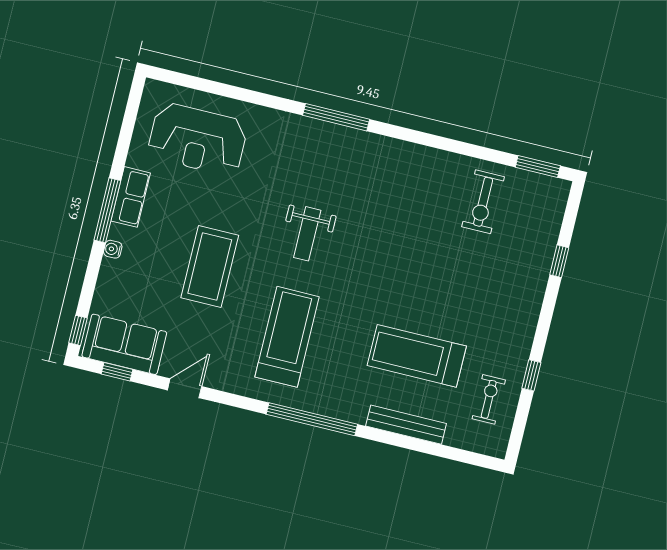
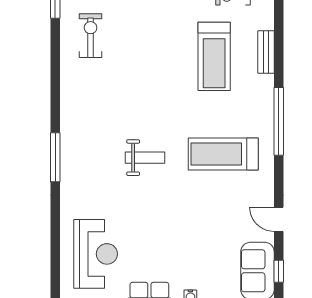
exercise bike: (483, 202) -> (91, 36), turned -90
coffee table: (210, 266) -> (186, 223), removed
bench: (406, 425) -> (266, 52), width x0.73

